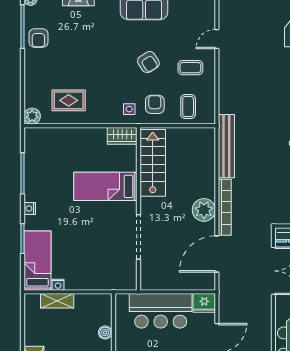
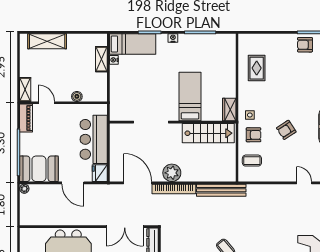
coffee table: (190, 68) -> (282, 162), removed
plant: (32, 116) -> (244, 40), removed

